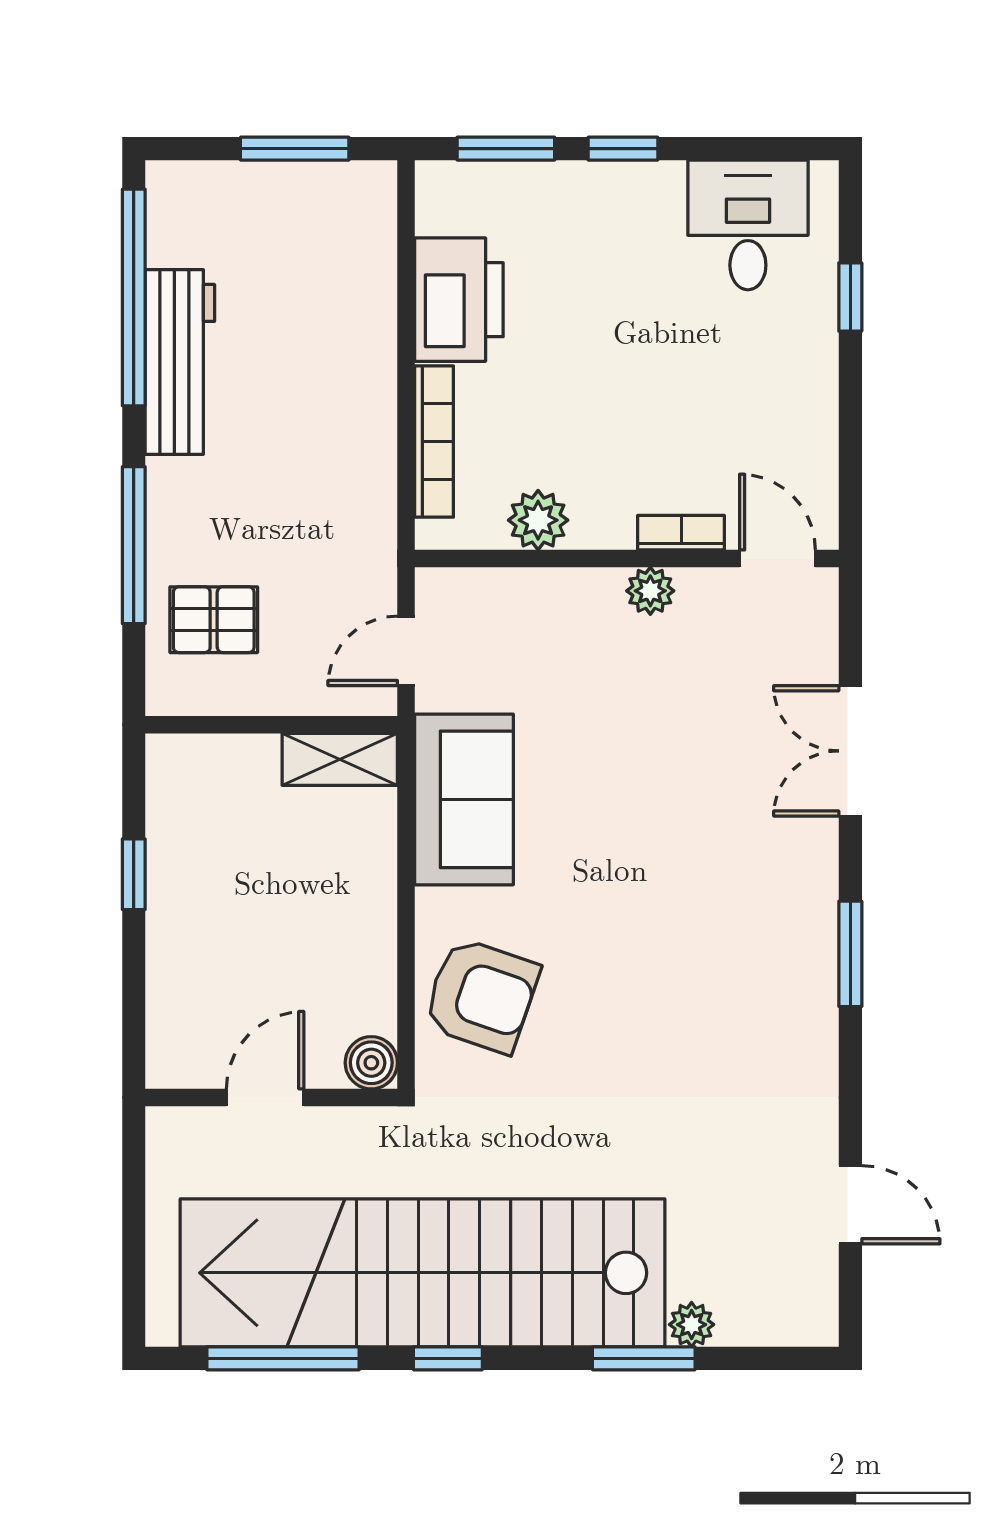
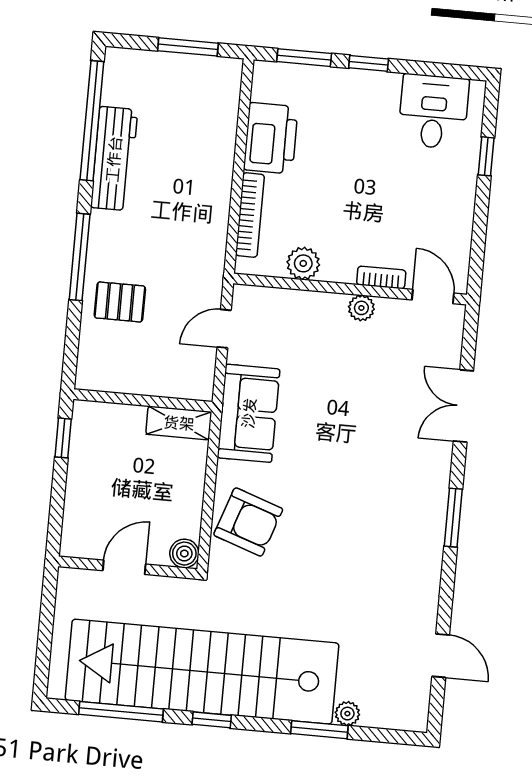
wall: (271, 725) -> (143, 400), moved
shelving: (340, 759) -> (179, 423), moved

